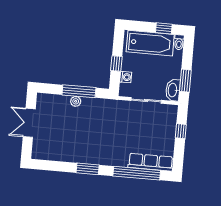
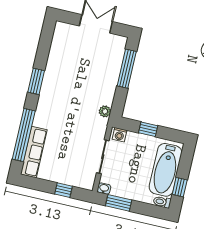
washing machine: (126, 77) -> (120, 135), moved
washbasin: (173, 90) -> (104, 189), width x0.52, depth x0.69
window: (79, 91) -> (127, 69), moved
plant: (76, 101) -> (105, 111), moved

